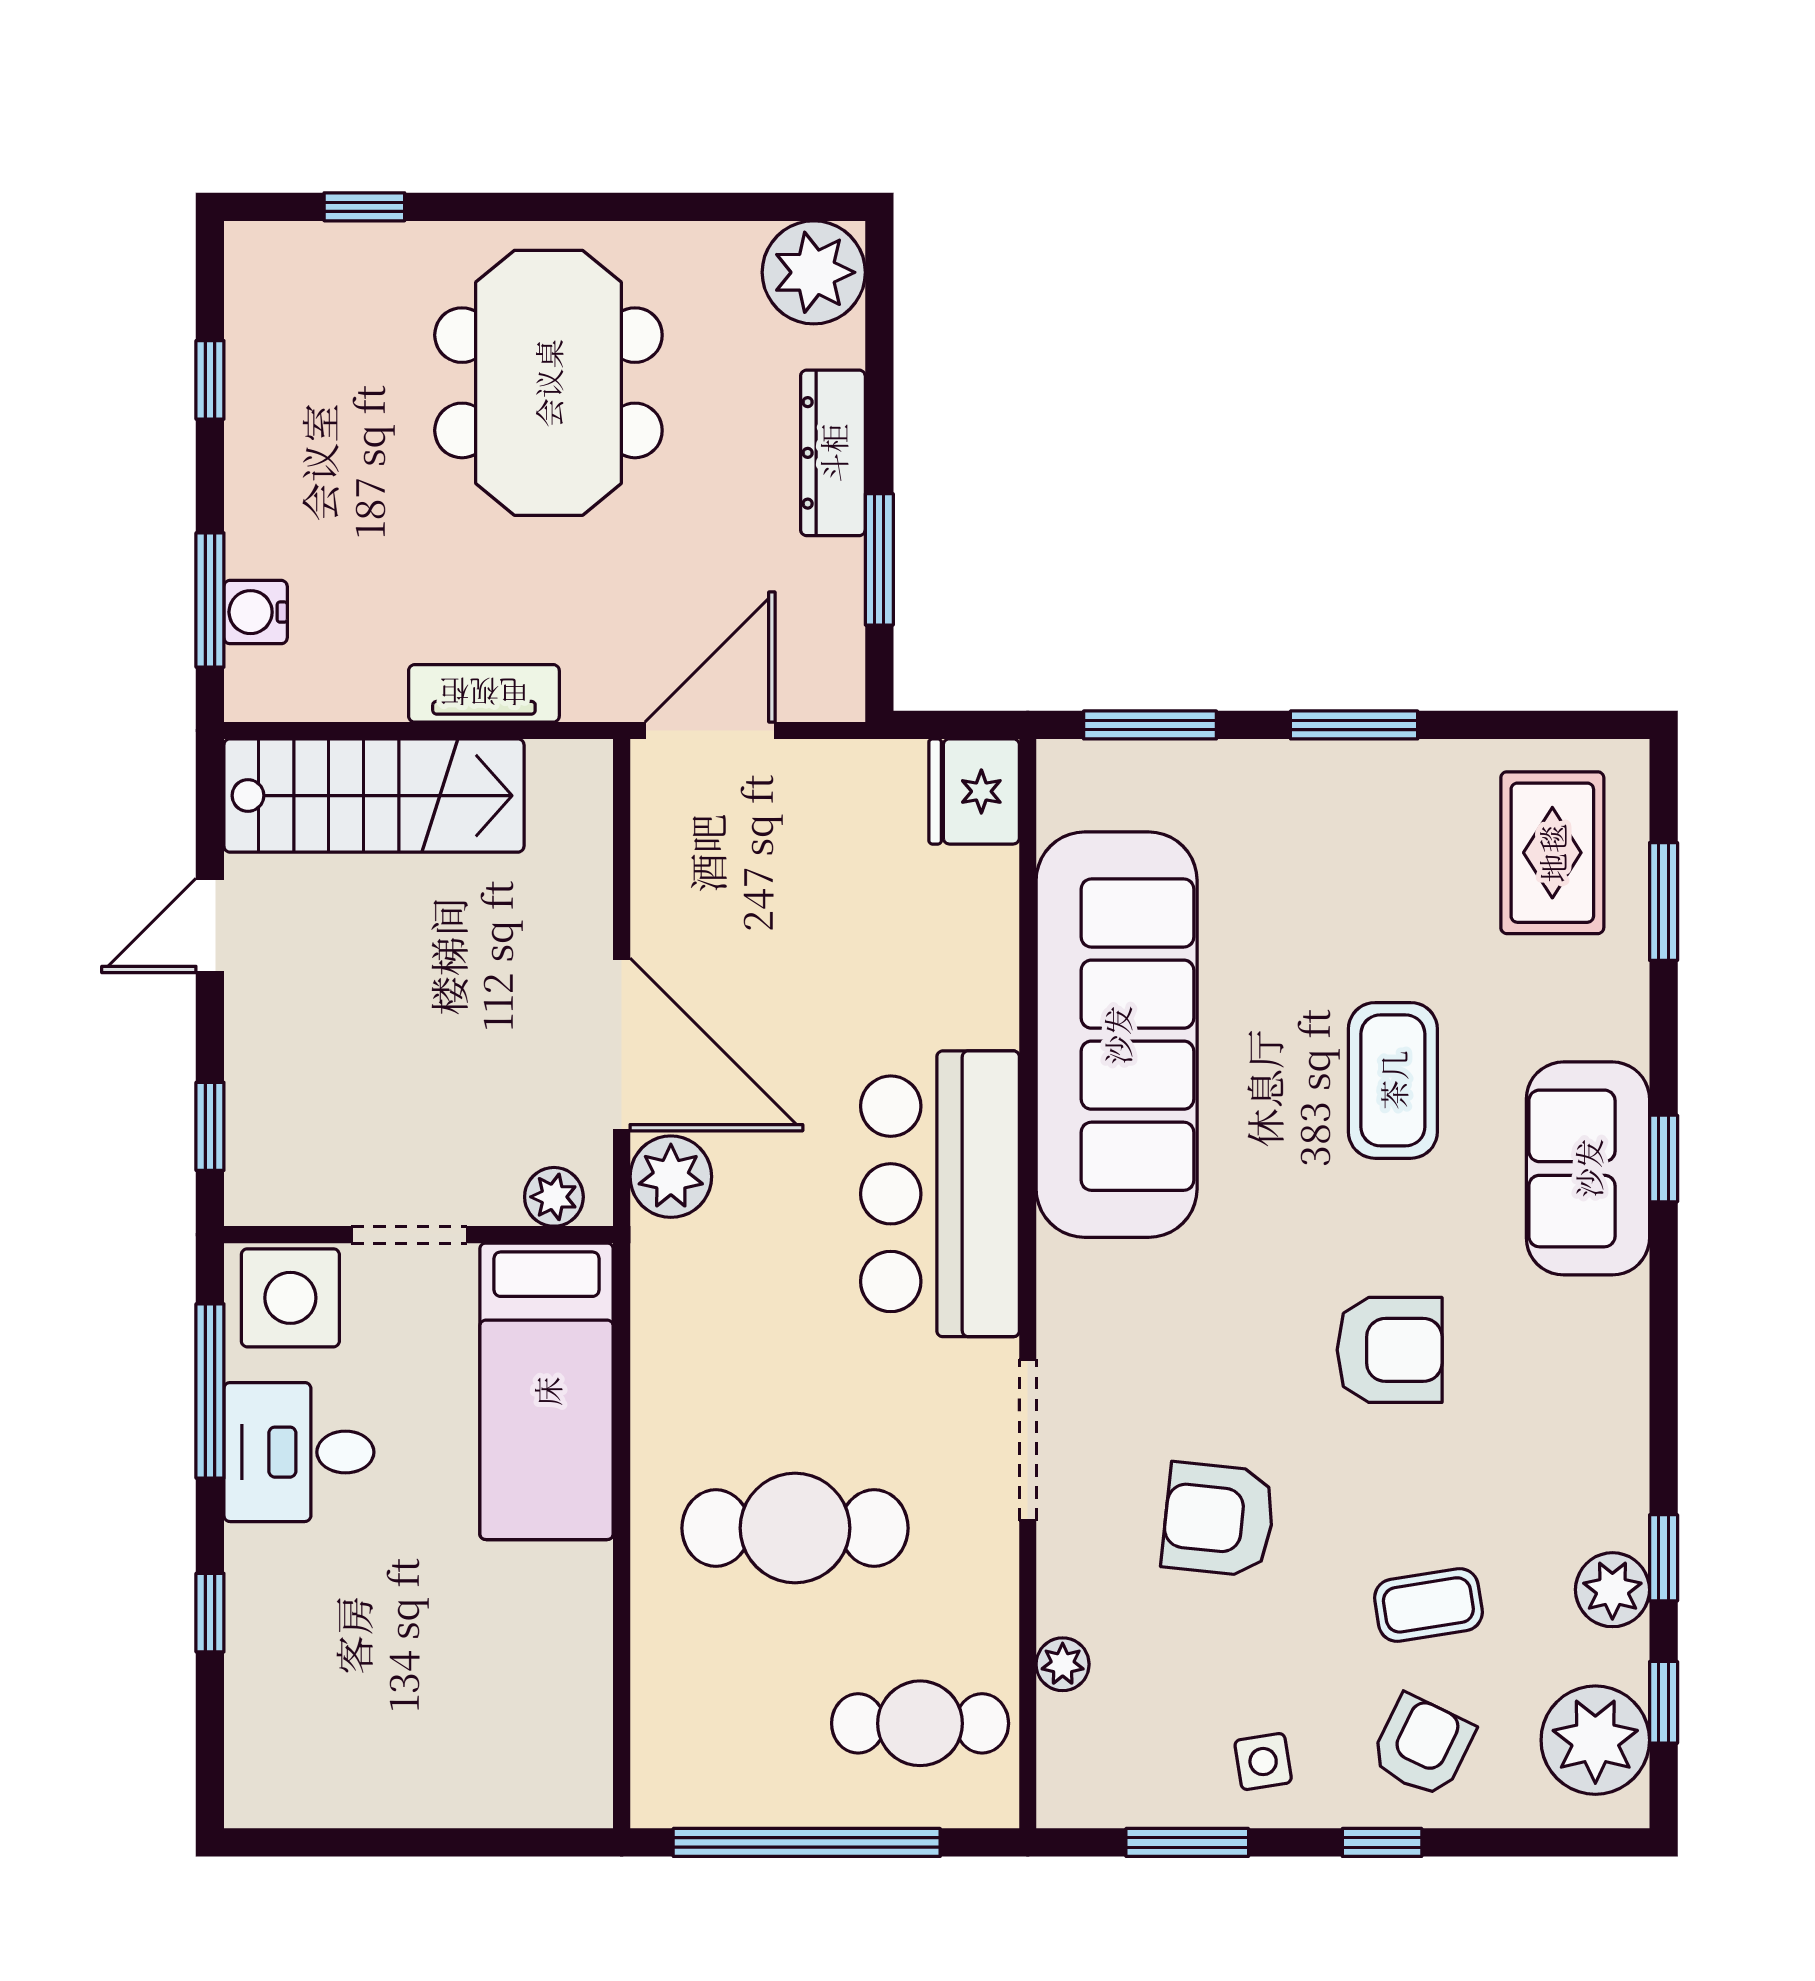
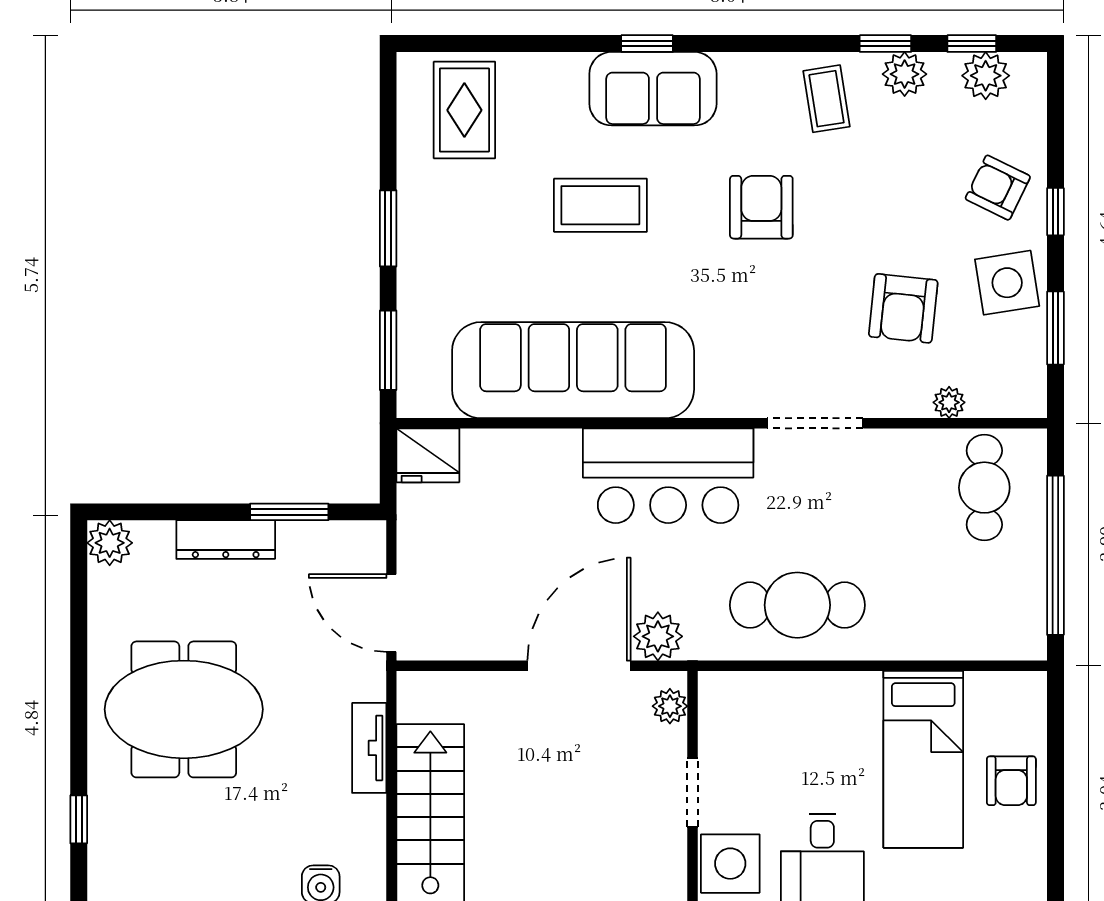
plant: (814, 272) -> (110, 543), width x0.73, depth x0.73
rug: (1552, 853) -> (464, 110), turned 90
window: (1664, 902) -> (494, 44), removed
bed: (547, 1391) -> (923, 759), moved, turned 90
armchair: (1219, 1519) -> (903, 308), moved
cafe table: (795, 1528) -> (797, 605), moved, turned 90
coffee table: (1428, 1605) -> (827, 99), moved
plant: (1595, 1740) -> (986, 76), width x0.73, depth x0.73
side table: (1263, 1762) -> (1007, 283), width x1.87, depth x1.87
armchair: (429, 1769) -> (1011, 781), added

